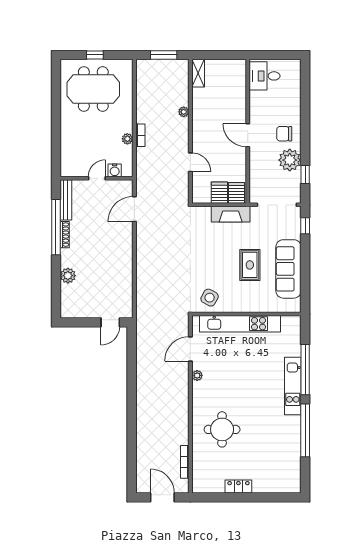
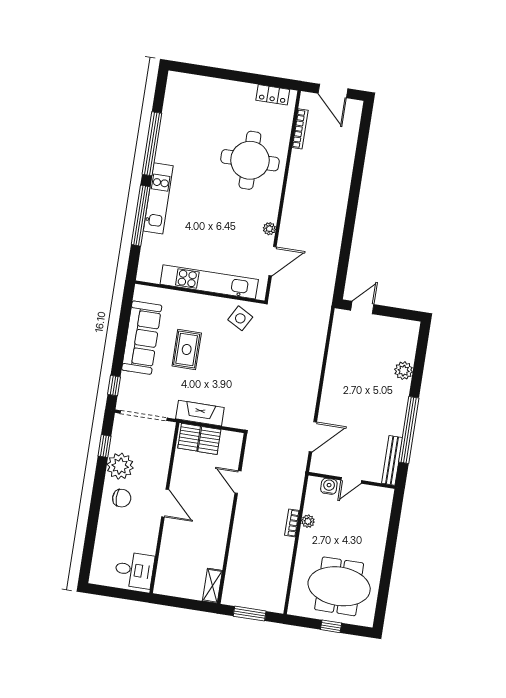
plant: (184, 112) -> (236, 543), removed
shoe rack: (65, 235) -> (400, 420), removed
round table: (222, 429) -> (250, 160), width x1.36, depth x1.36
locker: (238, 486) -> (273, 95), moved

